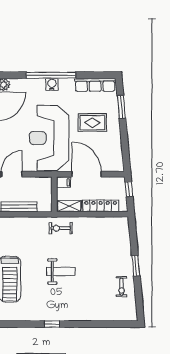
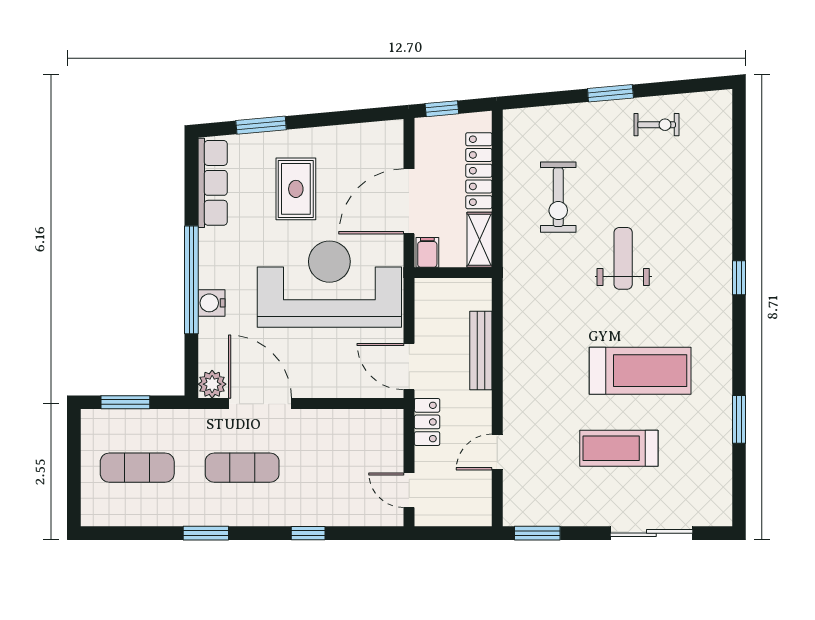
water cooler: (52, 84) -> (211, 303), moved
reception desk: (49, 138) -> (329, 284), turned 180
exercise bike: (61, 228) -> (558, 197), moved, width x1.38, depth x1.39

